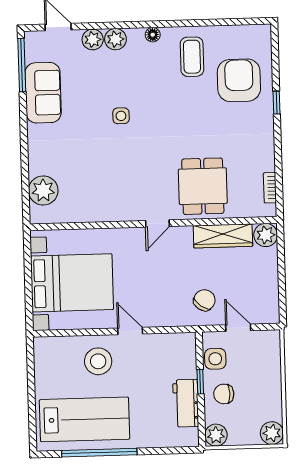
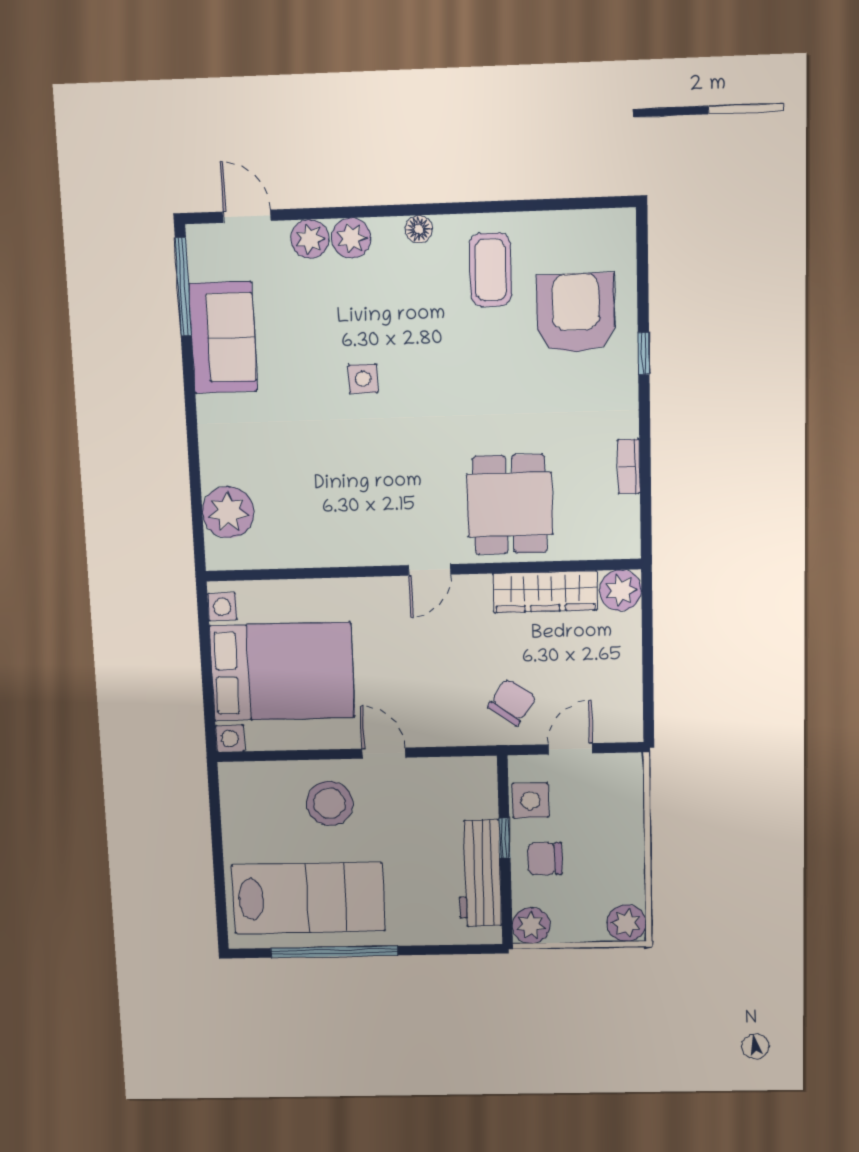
bookcase: (270, 188) -> (629, 466), moved
door: (238, 328) -> (570, 749), hinge flipped
workbench: (186, 403) -> (480, 873), width x1.37

